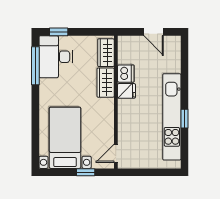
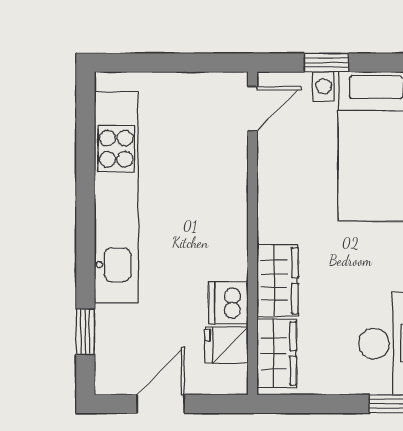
door: (154, 32) -> (161, 404), hinge flipped
fridge: (127, 91) -> (227, 345), moved
window: (185, 119) -> (85, 332), moved

